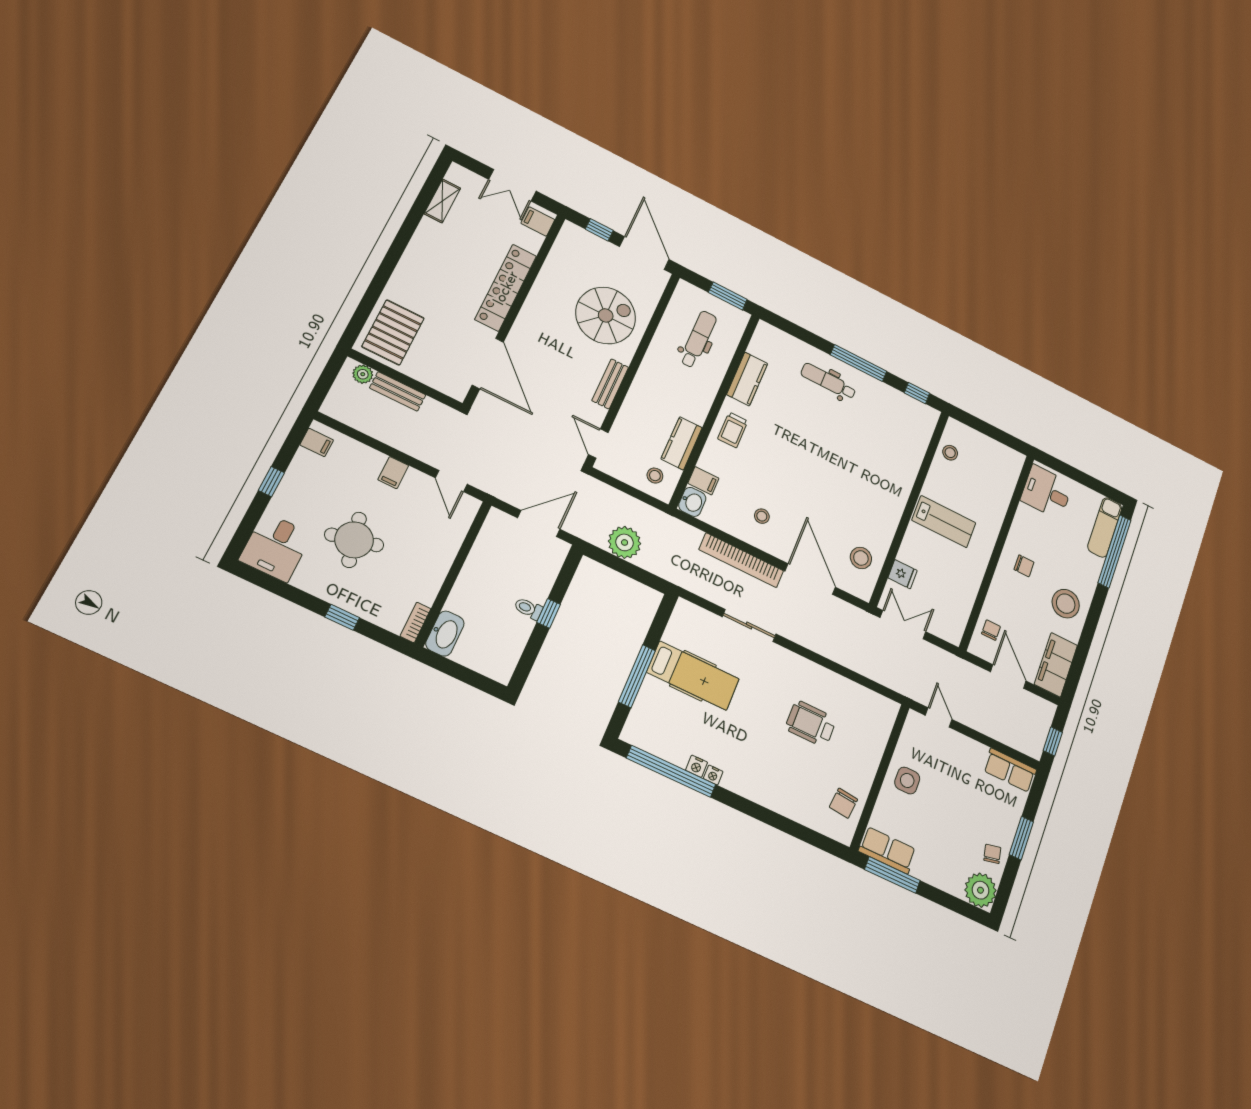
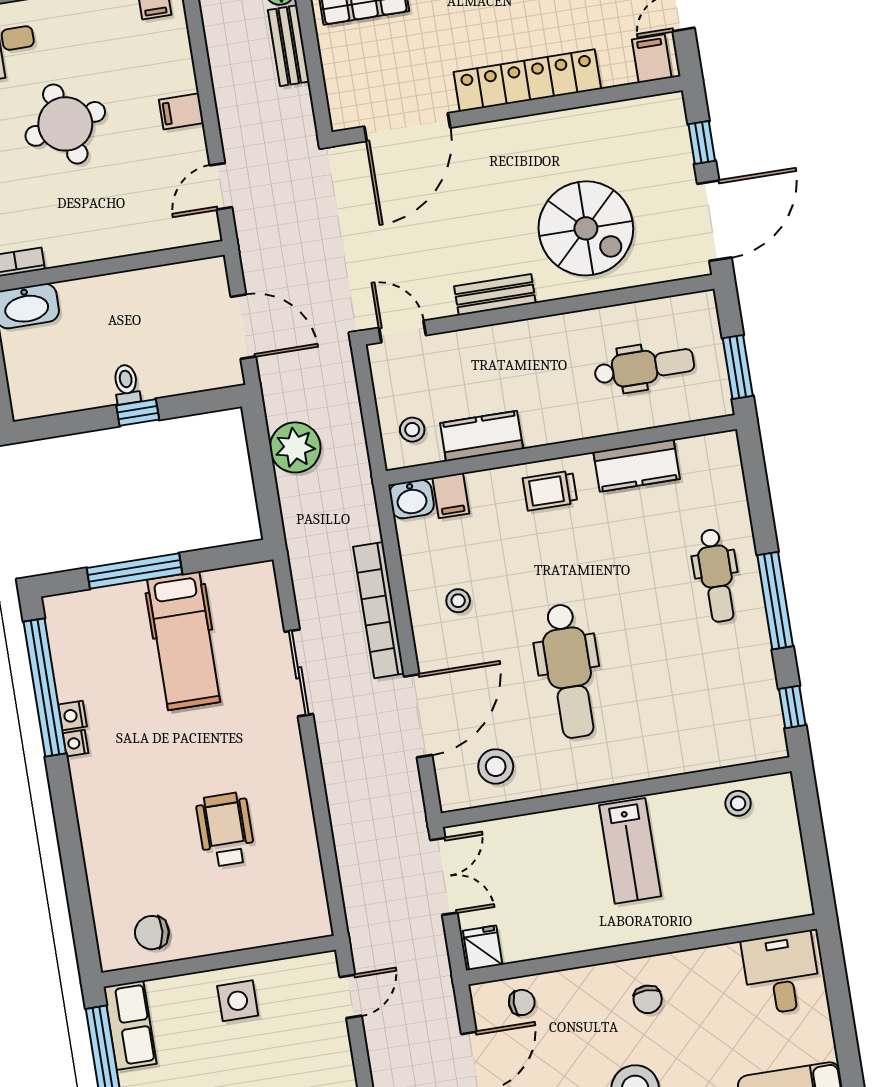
dental chair: (828, 381) -> (716, 576), turned 180
door: (598, 444) -> (403, 332), hinge flipped
dental chair: (833, 487) -> (569, 671), added
fridge: (903, 574) -> (483, 948), moved, turned 180

